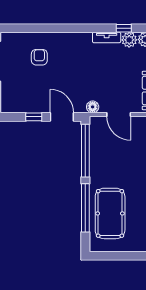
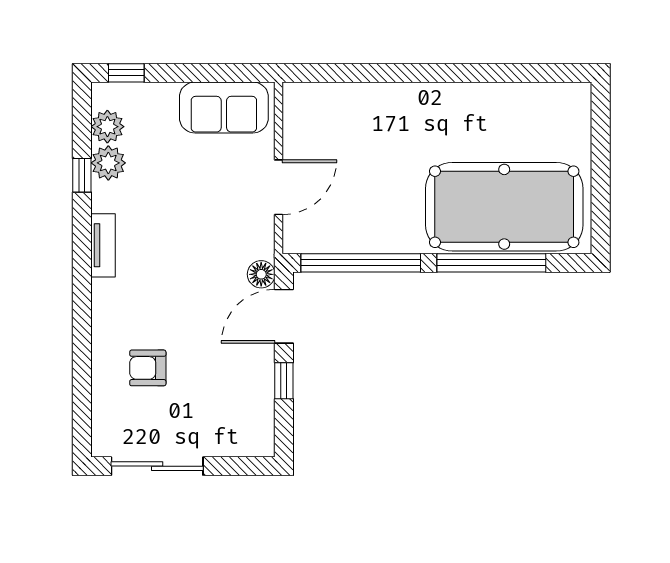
tv unit: (107, 38) -> (103, 245), moved
floor lamp: (93, 107) -> (261, 274), moved
pool table: (110, 213) -> (504, 207), width x1.36, depth x1.32

